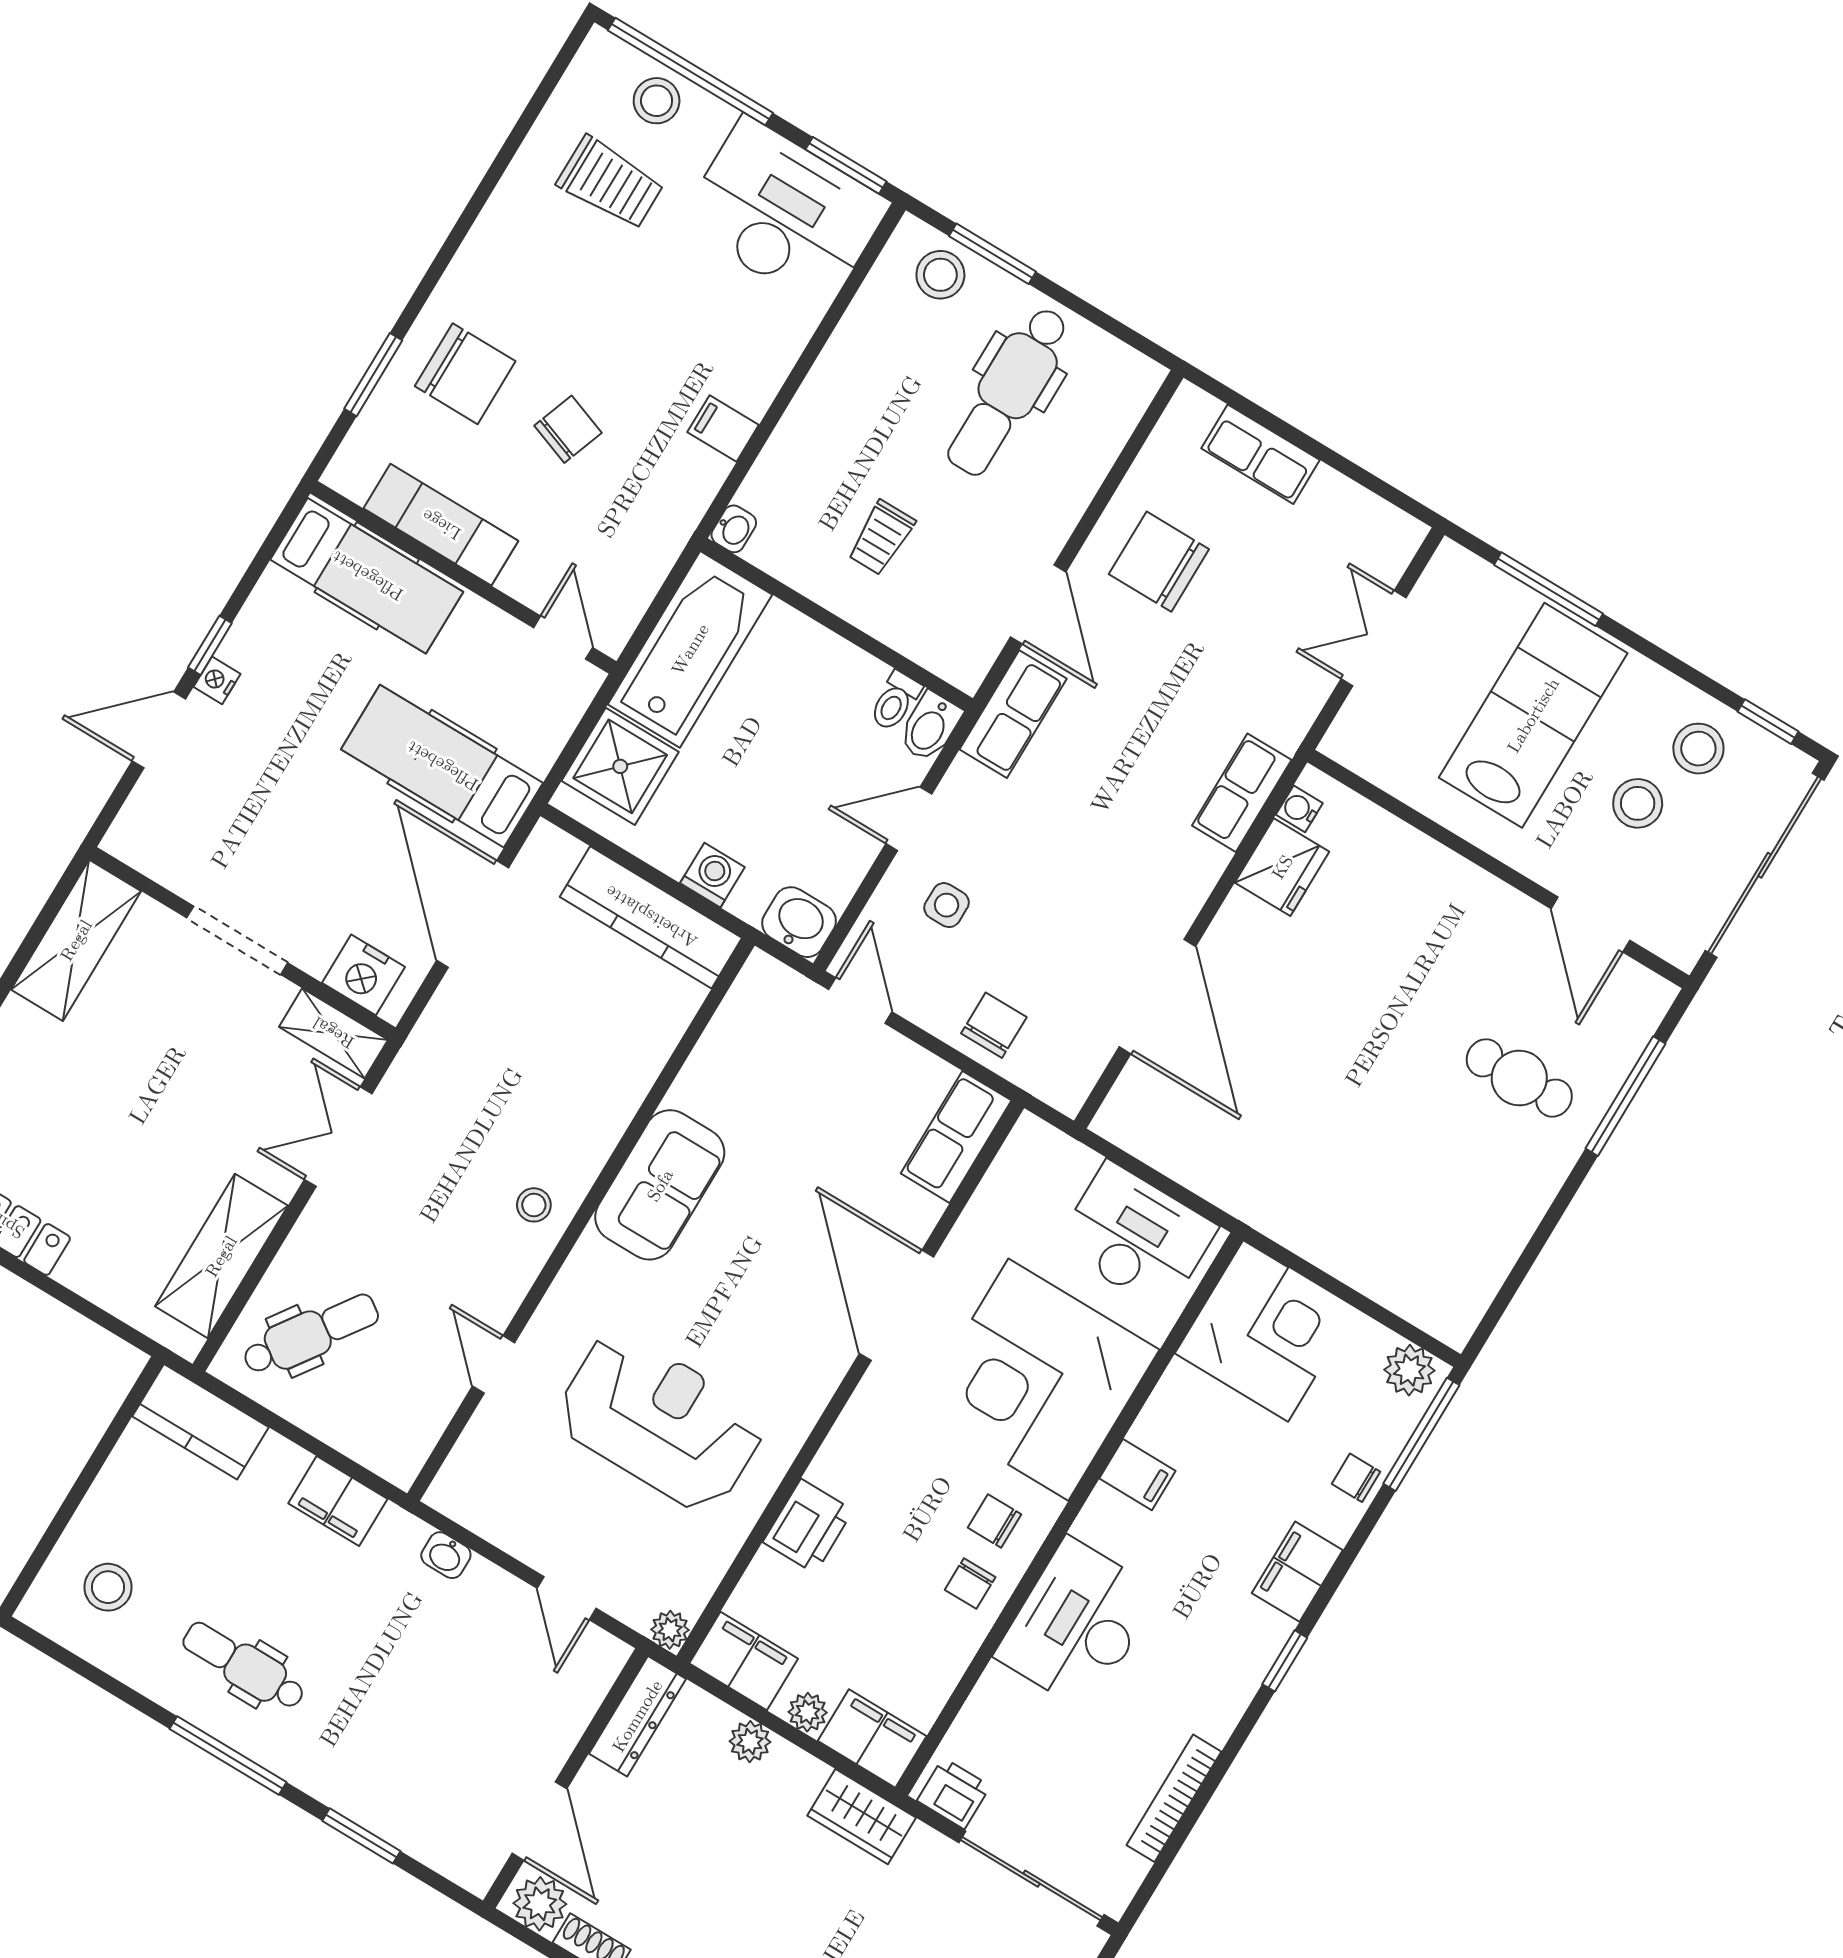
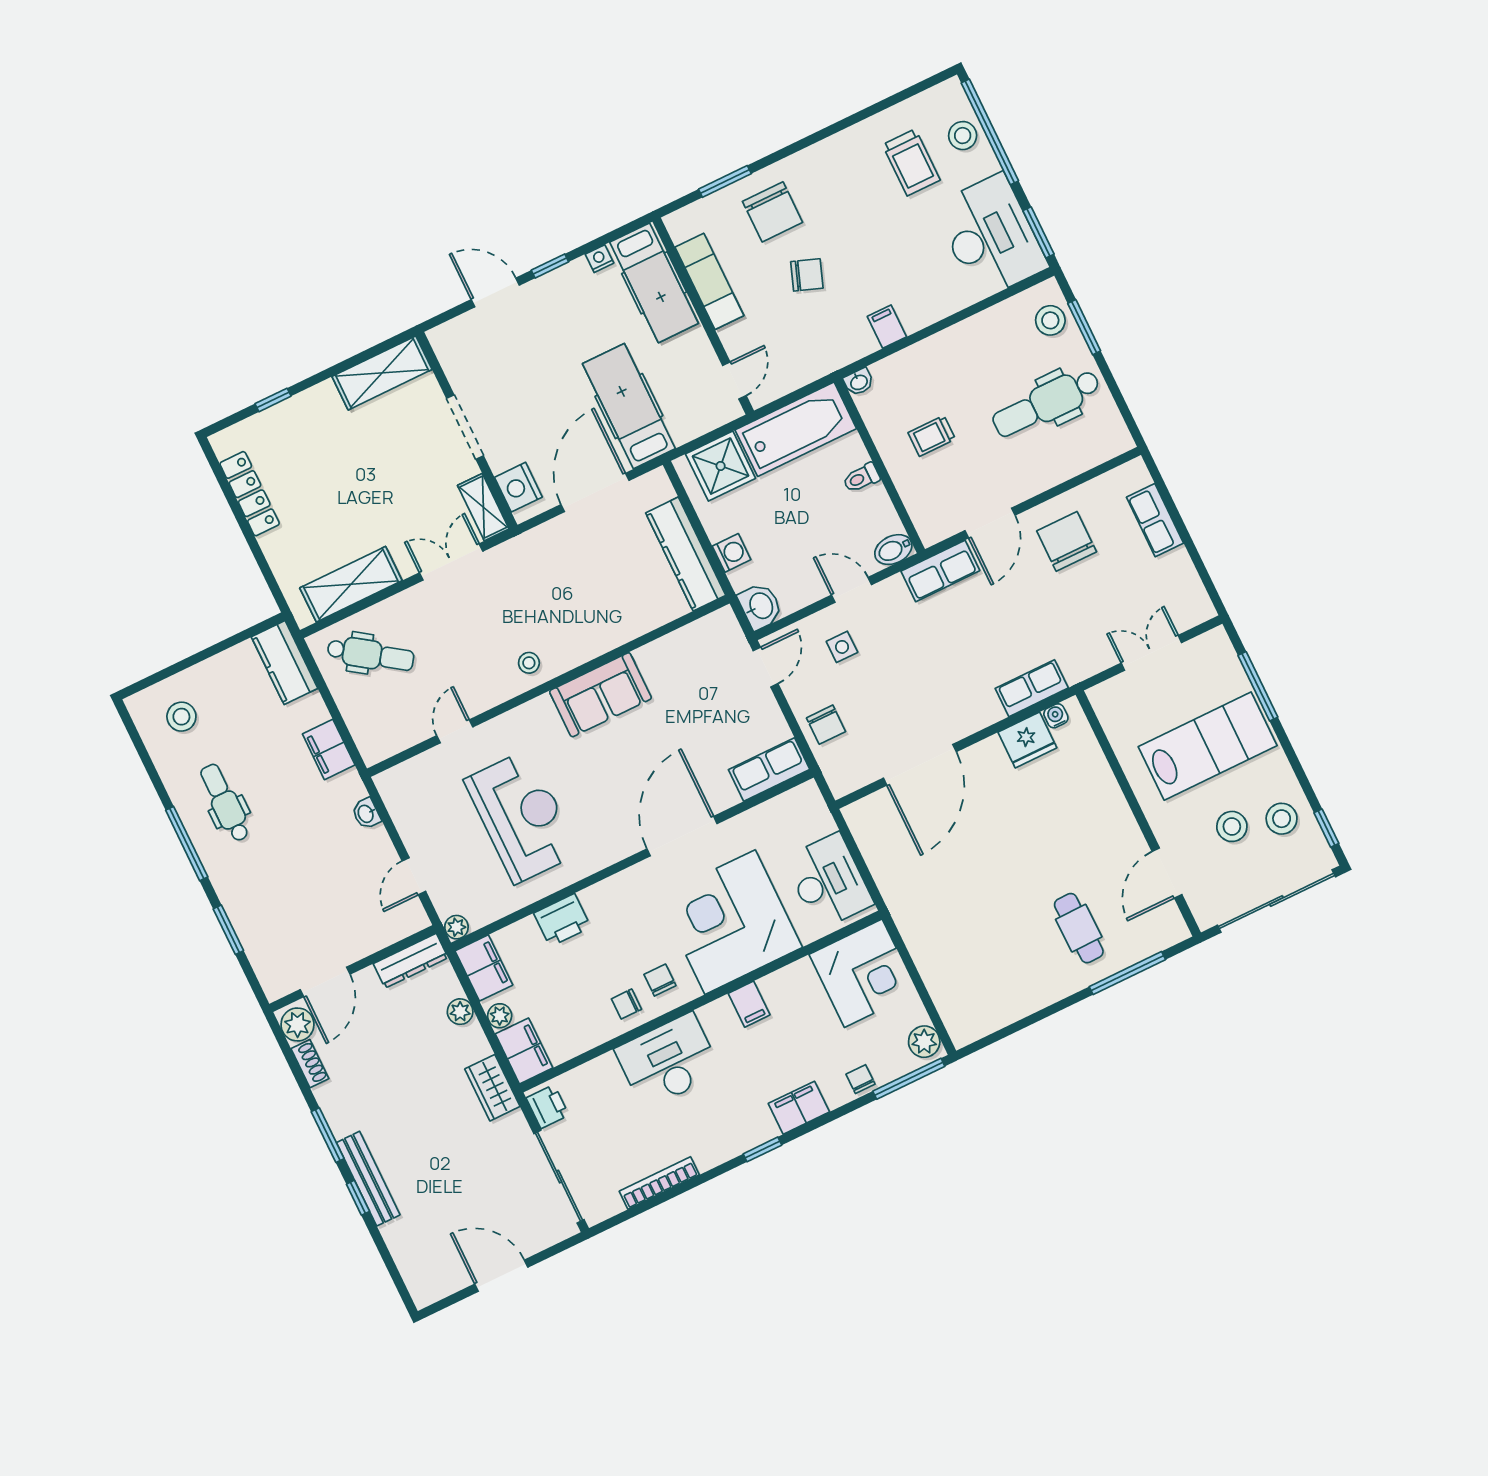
nightstand: (217, 680) -> (599, 259), moved
toilet: (895, 701) -> (861, 478), moved
chair: (994, 1025) -> (826, 725), turned 90

